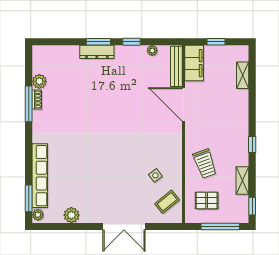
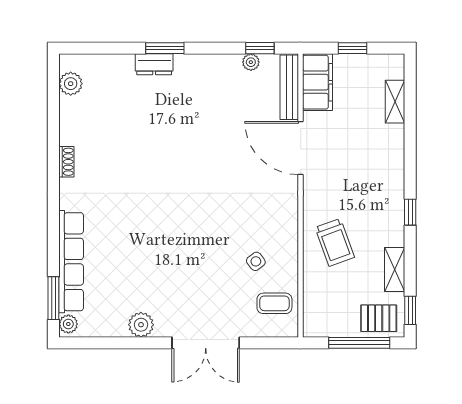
window: (132, 42) -> (260, 48), moved
dresser: (97, 52) -> (154, 64), width x0.70
plant: (39, 81) -> (71, 84), moved
shoe rack: (37, 99) -> (66, 162), moved
window: (29, 104) -> (53, 147), removed
pallet: (207, 200) -> (379, 318), moved
coffee table: (167, 202) -> (274, 303), turned 39
plant: (71, 215) -> (141, 325), moved

